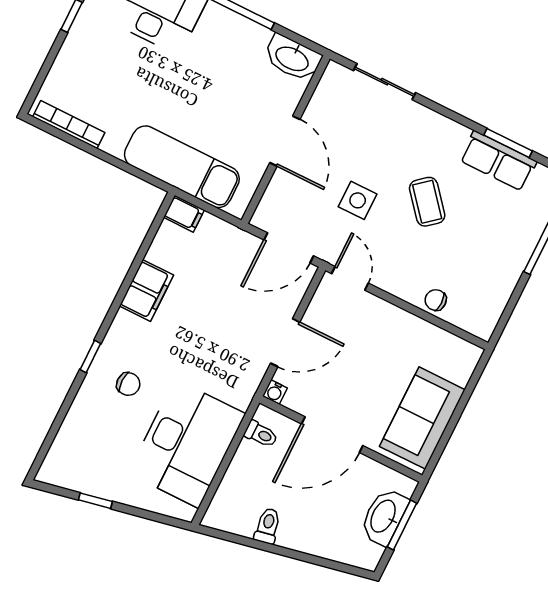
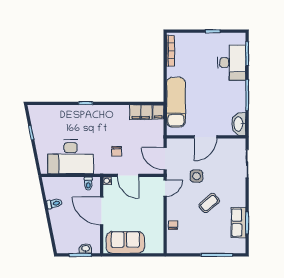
filing cabinet: (146, 290) -> (141, 112), moved
chair: (128, 384) -> (117, 151), moved
washbasin: (384, 517) -> (86, 249), width x0.52, depth x0.69

